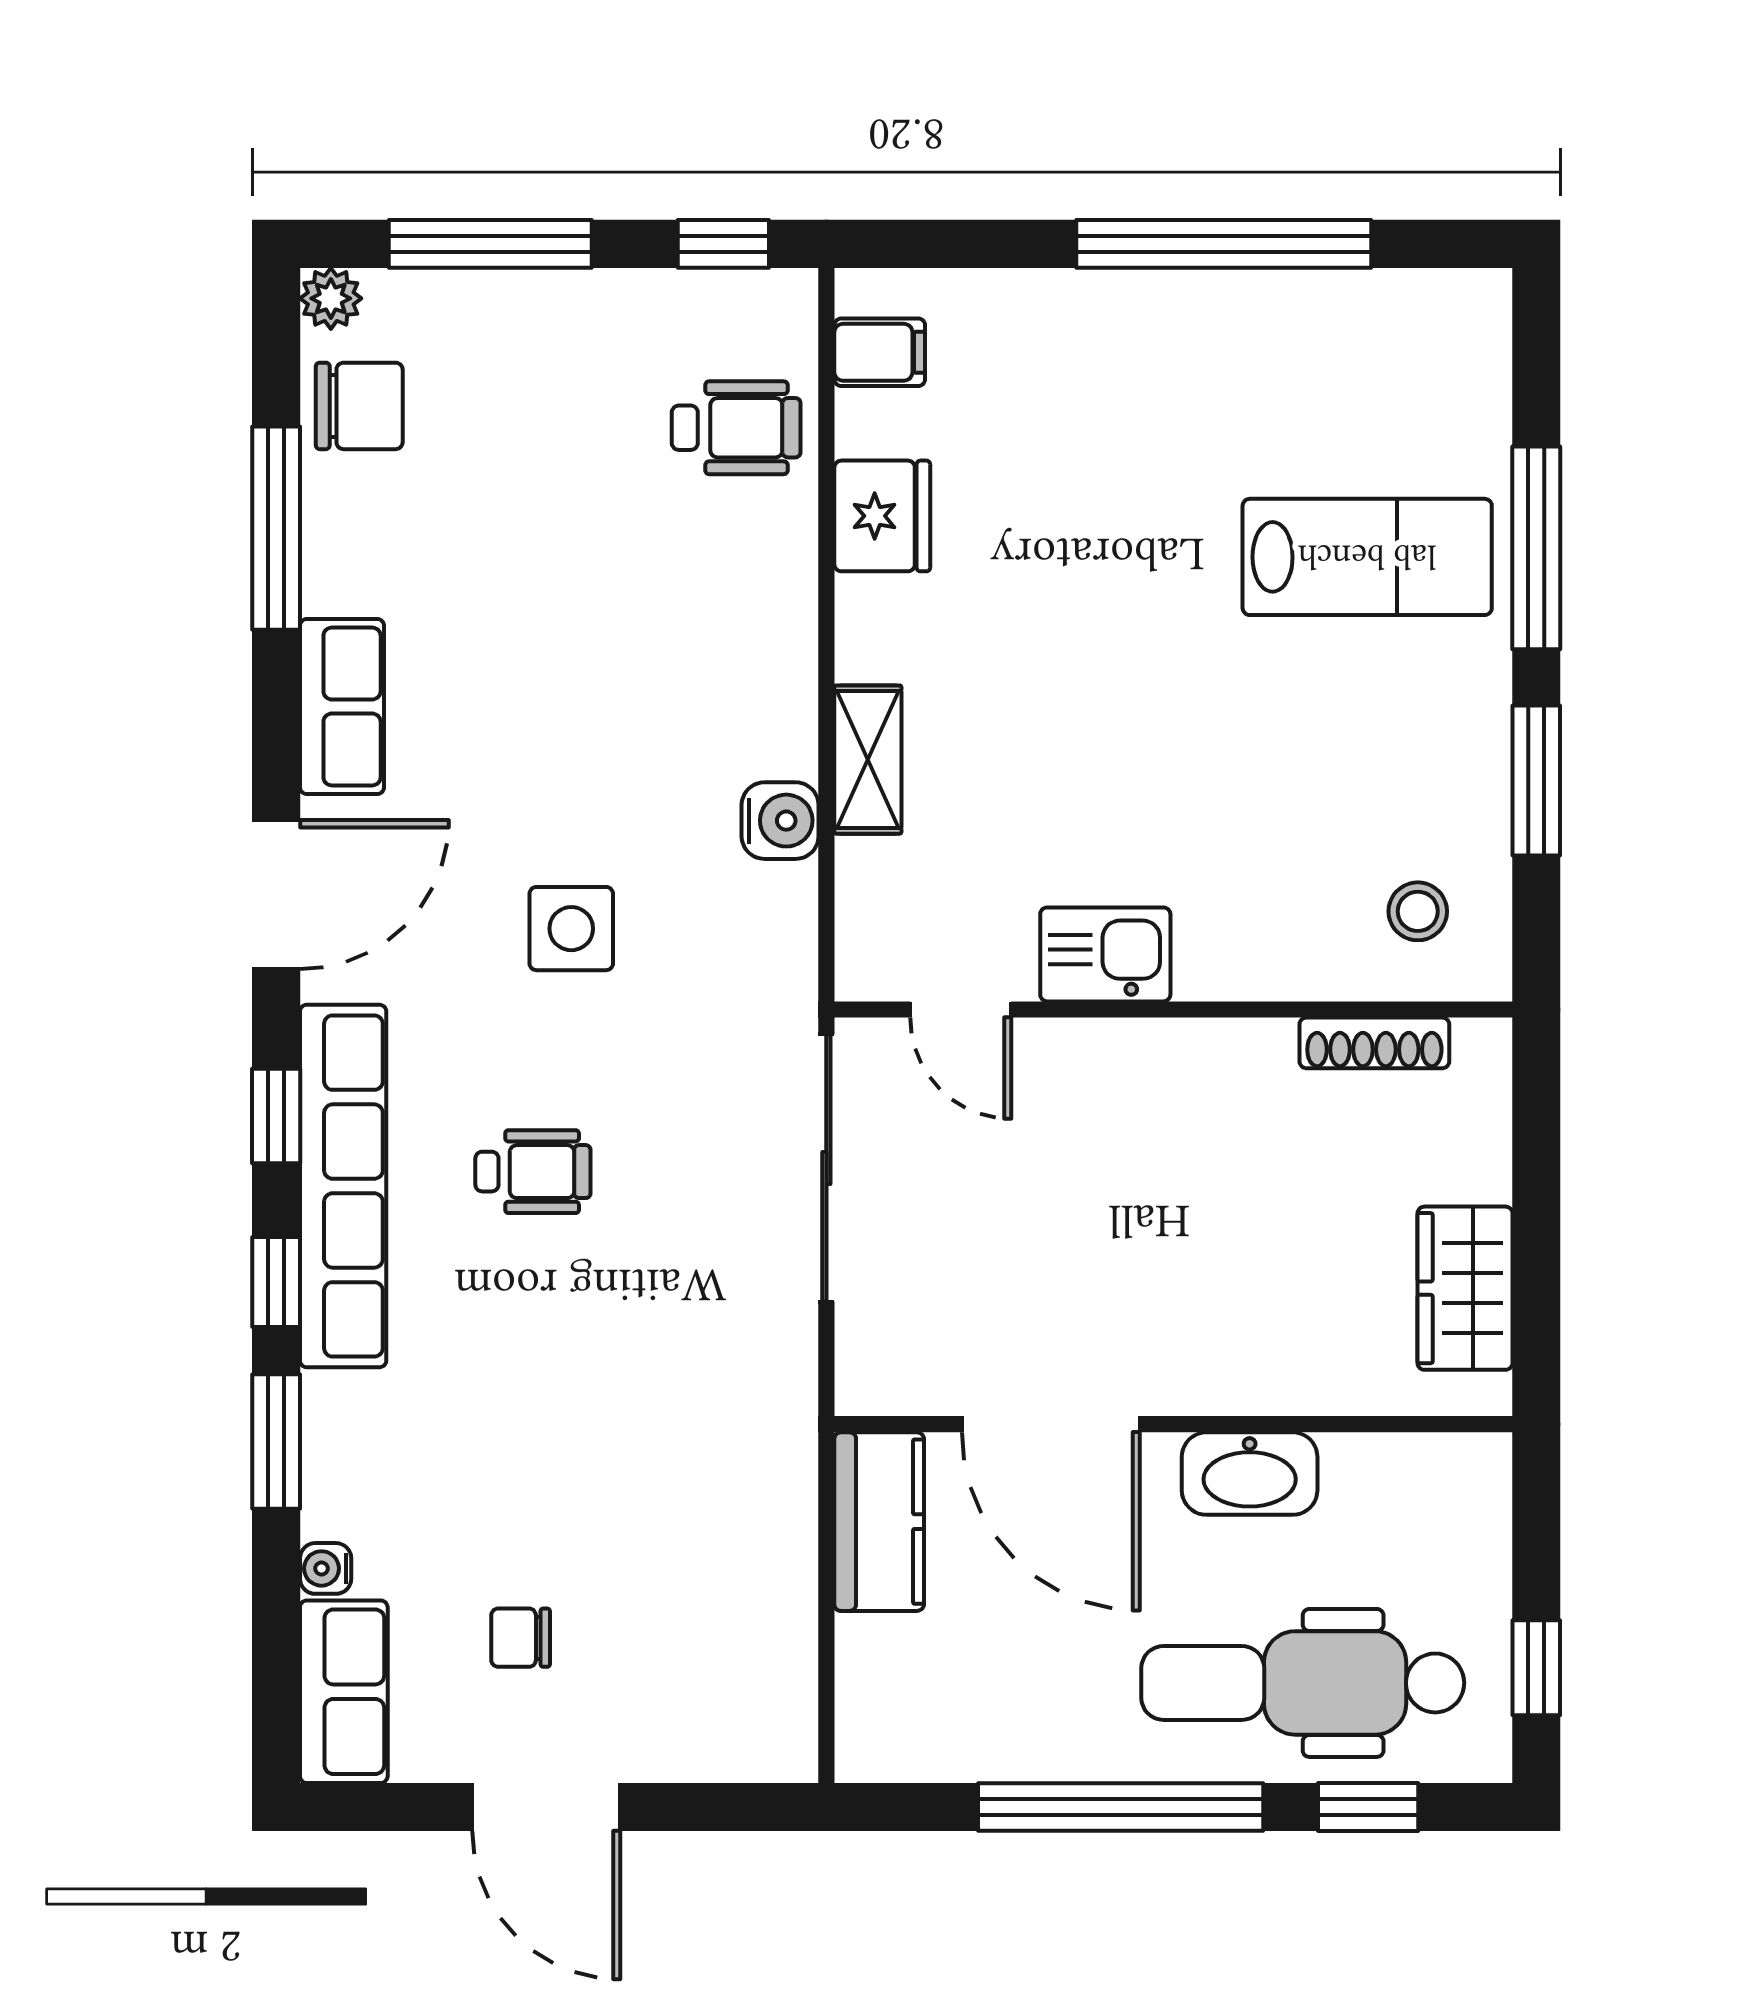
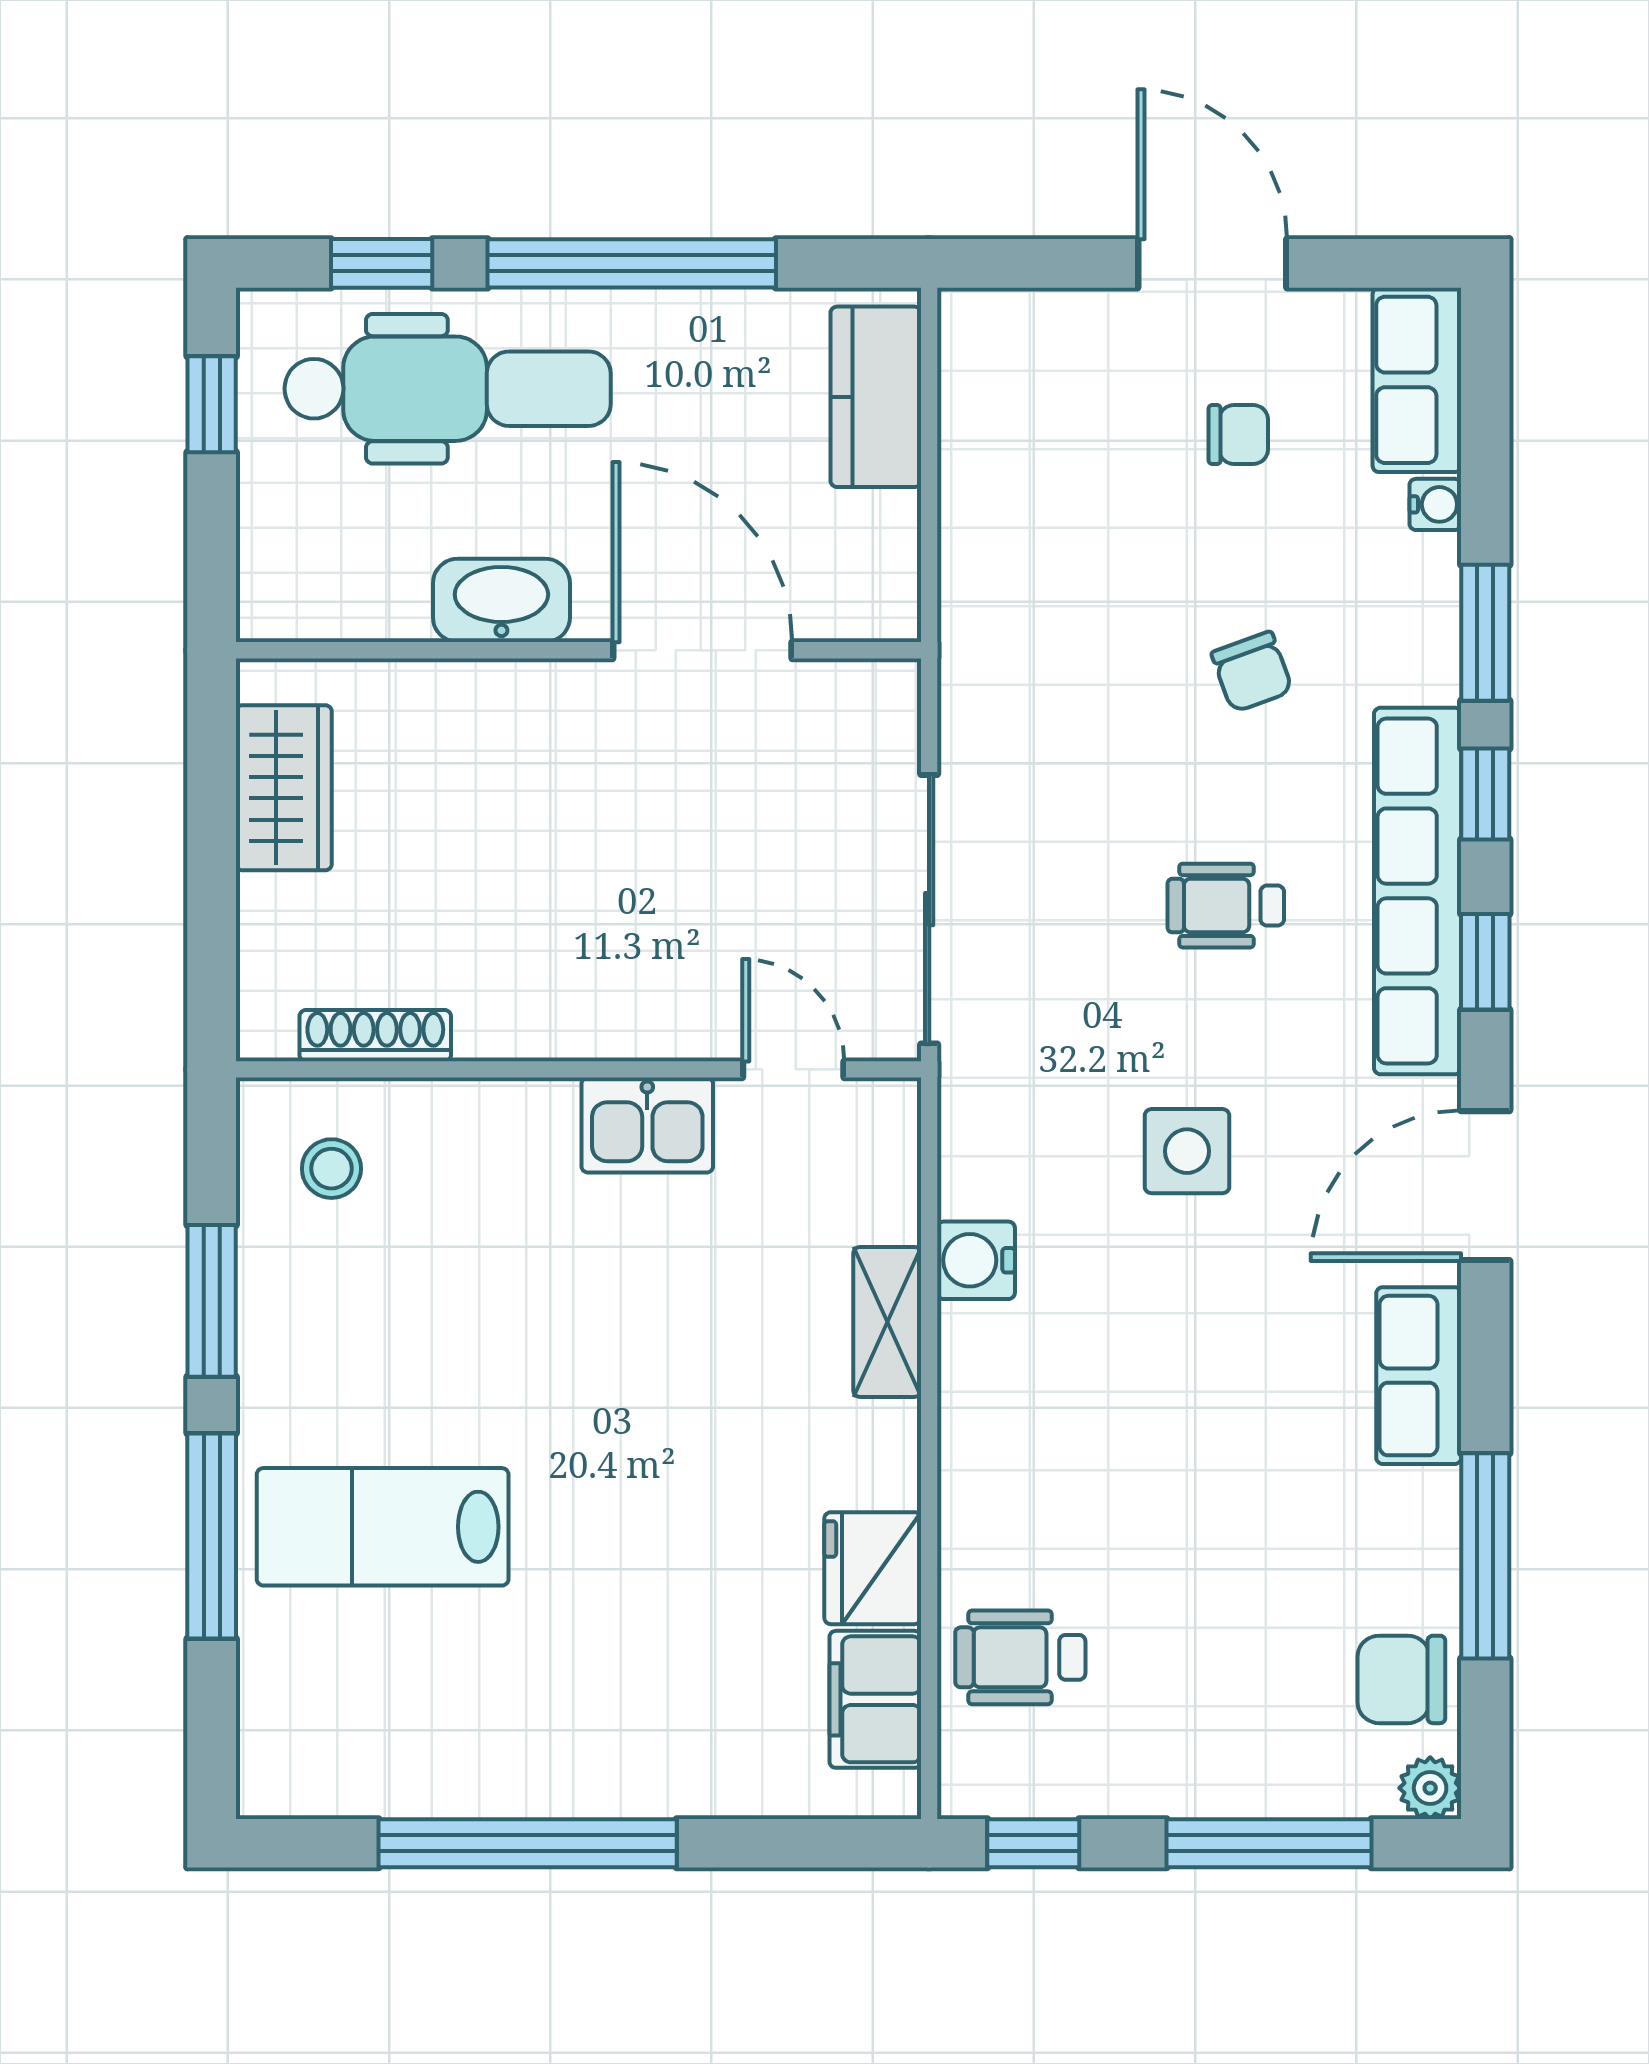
filing cabinet: (880, 352) -> (875, 1699), width x2.00
chair: (507, 1403) -> (1252, 672), added
kitchen counter: (879, 1522) -> (876, 397), moved

